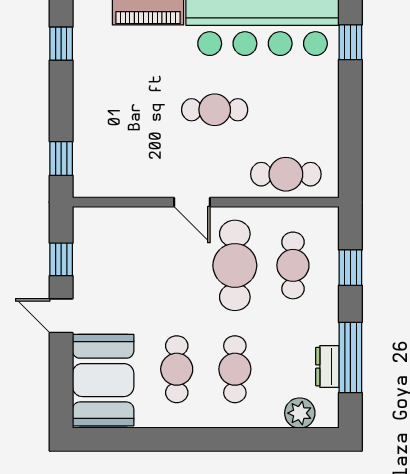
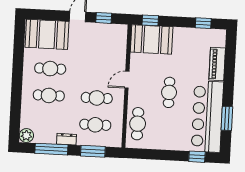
booth: (102, 154) -> (152, 39), added
cafe table: (235, 265) -> (97, 98), width x0.73, depth x0.74
window: (350, 268) -> (93, 151), width x1.50
dresser: (327, 367) -> (66, 139), moved
plant: (300, 413) -> (26, 136), moved

